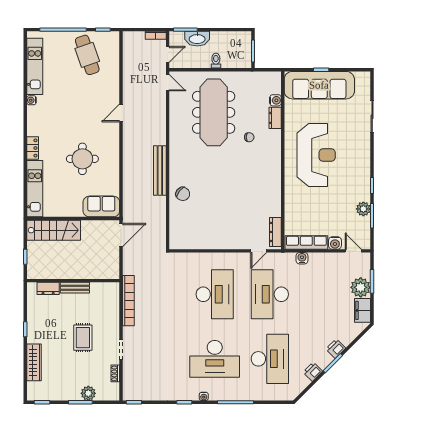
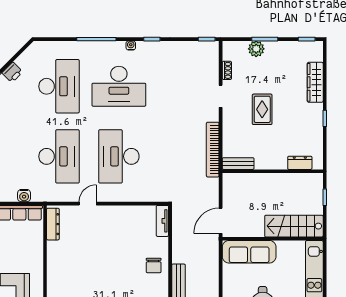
chair: (183, 194) -> (154, 265), turned -129
sofa: (101, 206) -> (249, 252), width x1.36
tv unit: (175, 235) -> (162, 221), added
door: (259, 251) -> (88, 204), moved
bench: (75, 288) -> (238, 164), moved
desk: (215, 359) -> (119, 86), turned 180
desk: (270, 359) -> (59, 86), turned 180

